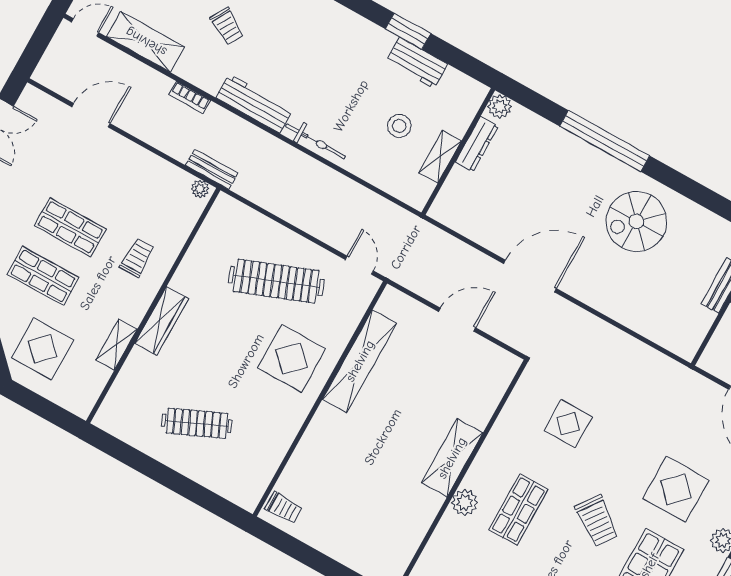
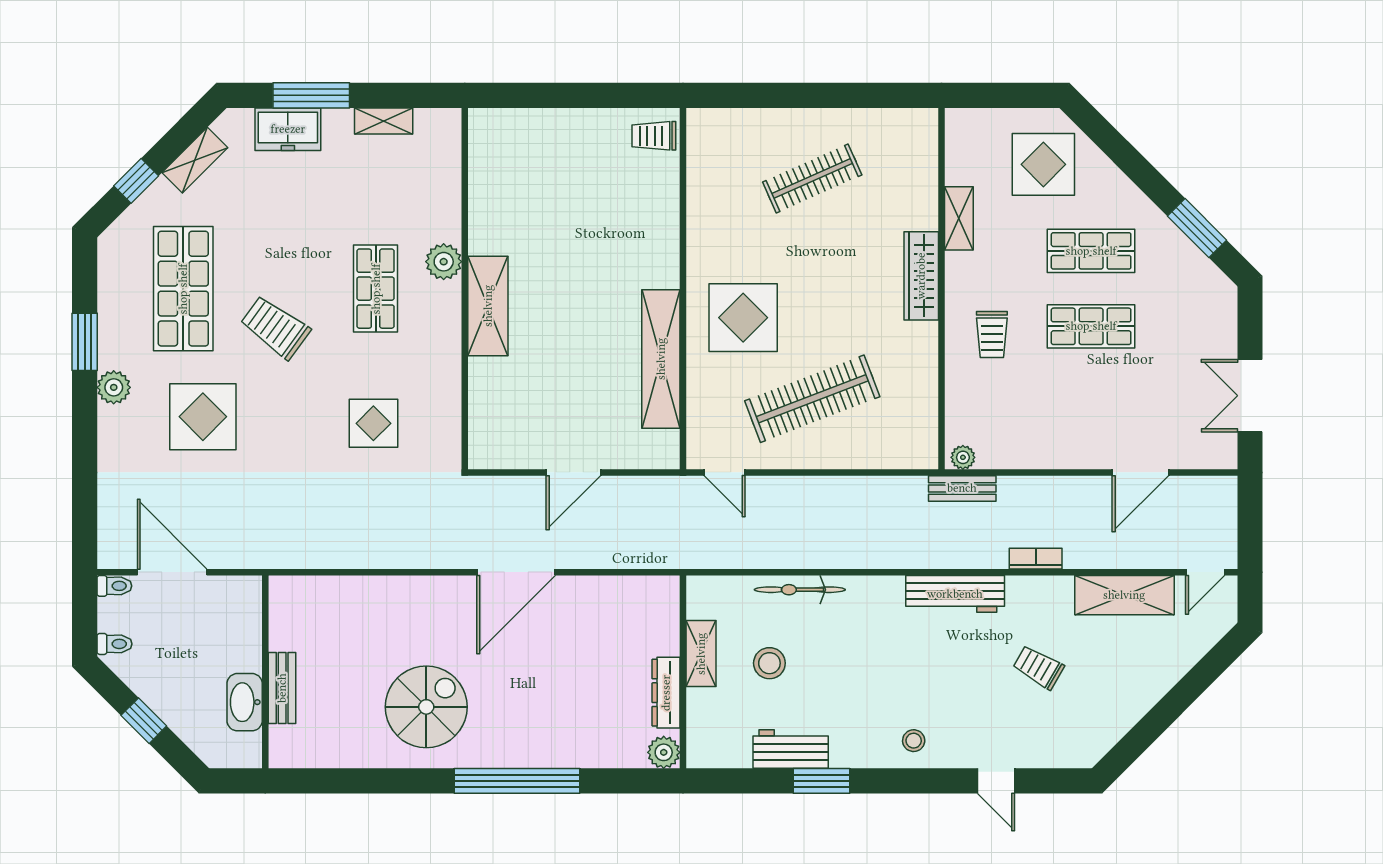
stool: (334, 24) -> (914, 741), added
bicycle: (316, 141) -> (800, 590), moved

